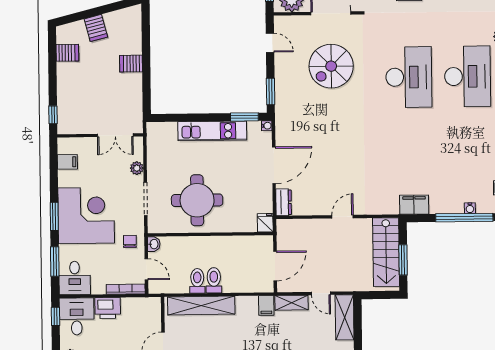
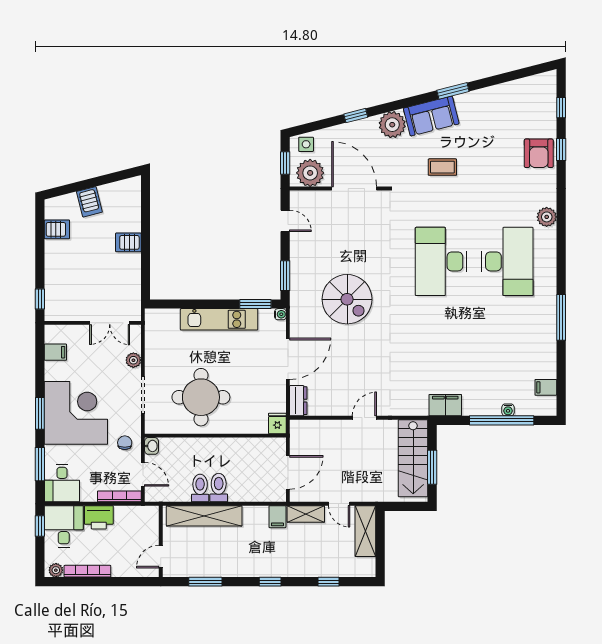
spiral stairs: (331, 66) -> (347, 299), moved, turned -90
desk: (409, 77) -> (441, 261), turned 180

